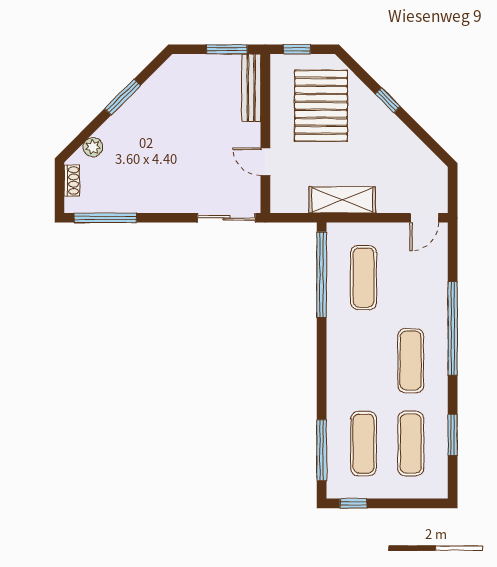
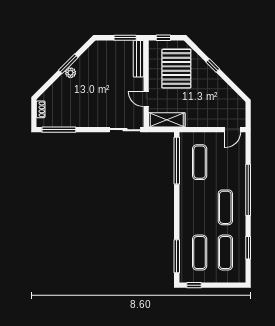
plant: (93, 147) -> (71, 73), moved
shelving: (342, 200) -> (167, 120), moved

